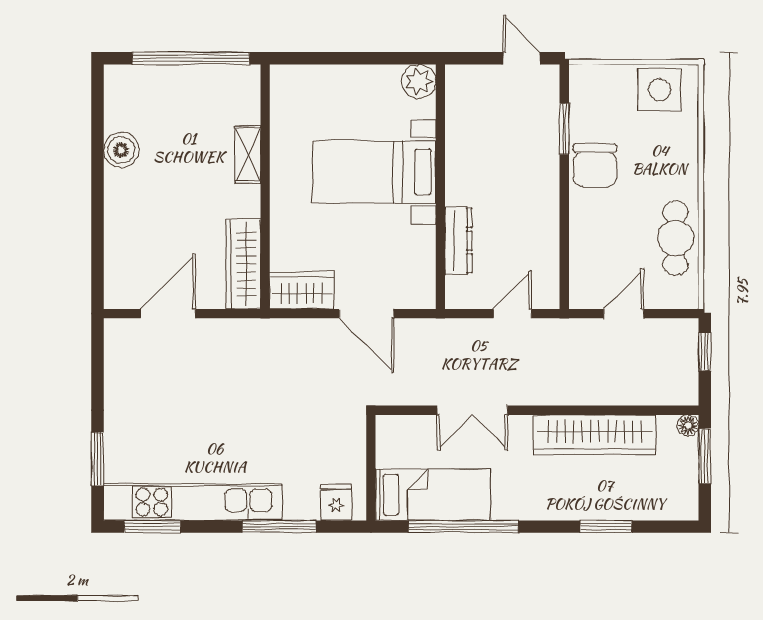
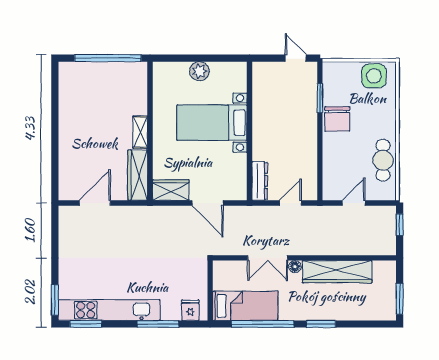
plant: (419, 81) -> (199, 71), moved
boiler: (121, 150) -> (68, 110), removed
shelving: (248, 155) -> (140, 132), moved
dresser: (458, 241) -> (260, 181), moved
floor lamp: (688, 426) -> (295, 267), moved
window: (705, 456) -> (400, 299), moved
window: (98, 459) -> (55, 300), moved
window: (606, 527) -> (321, 324), moved

